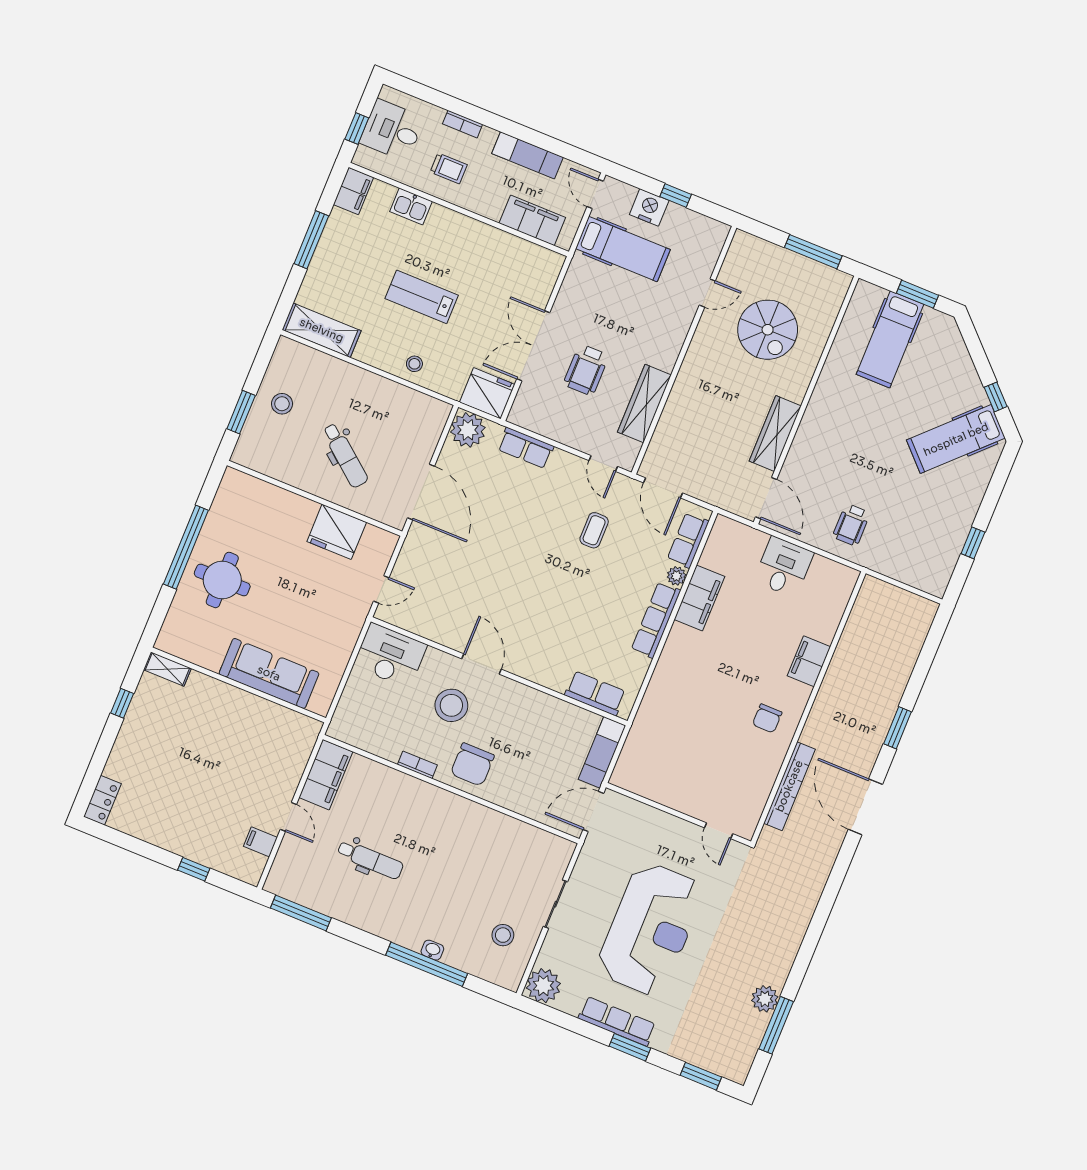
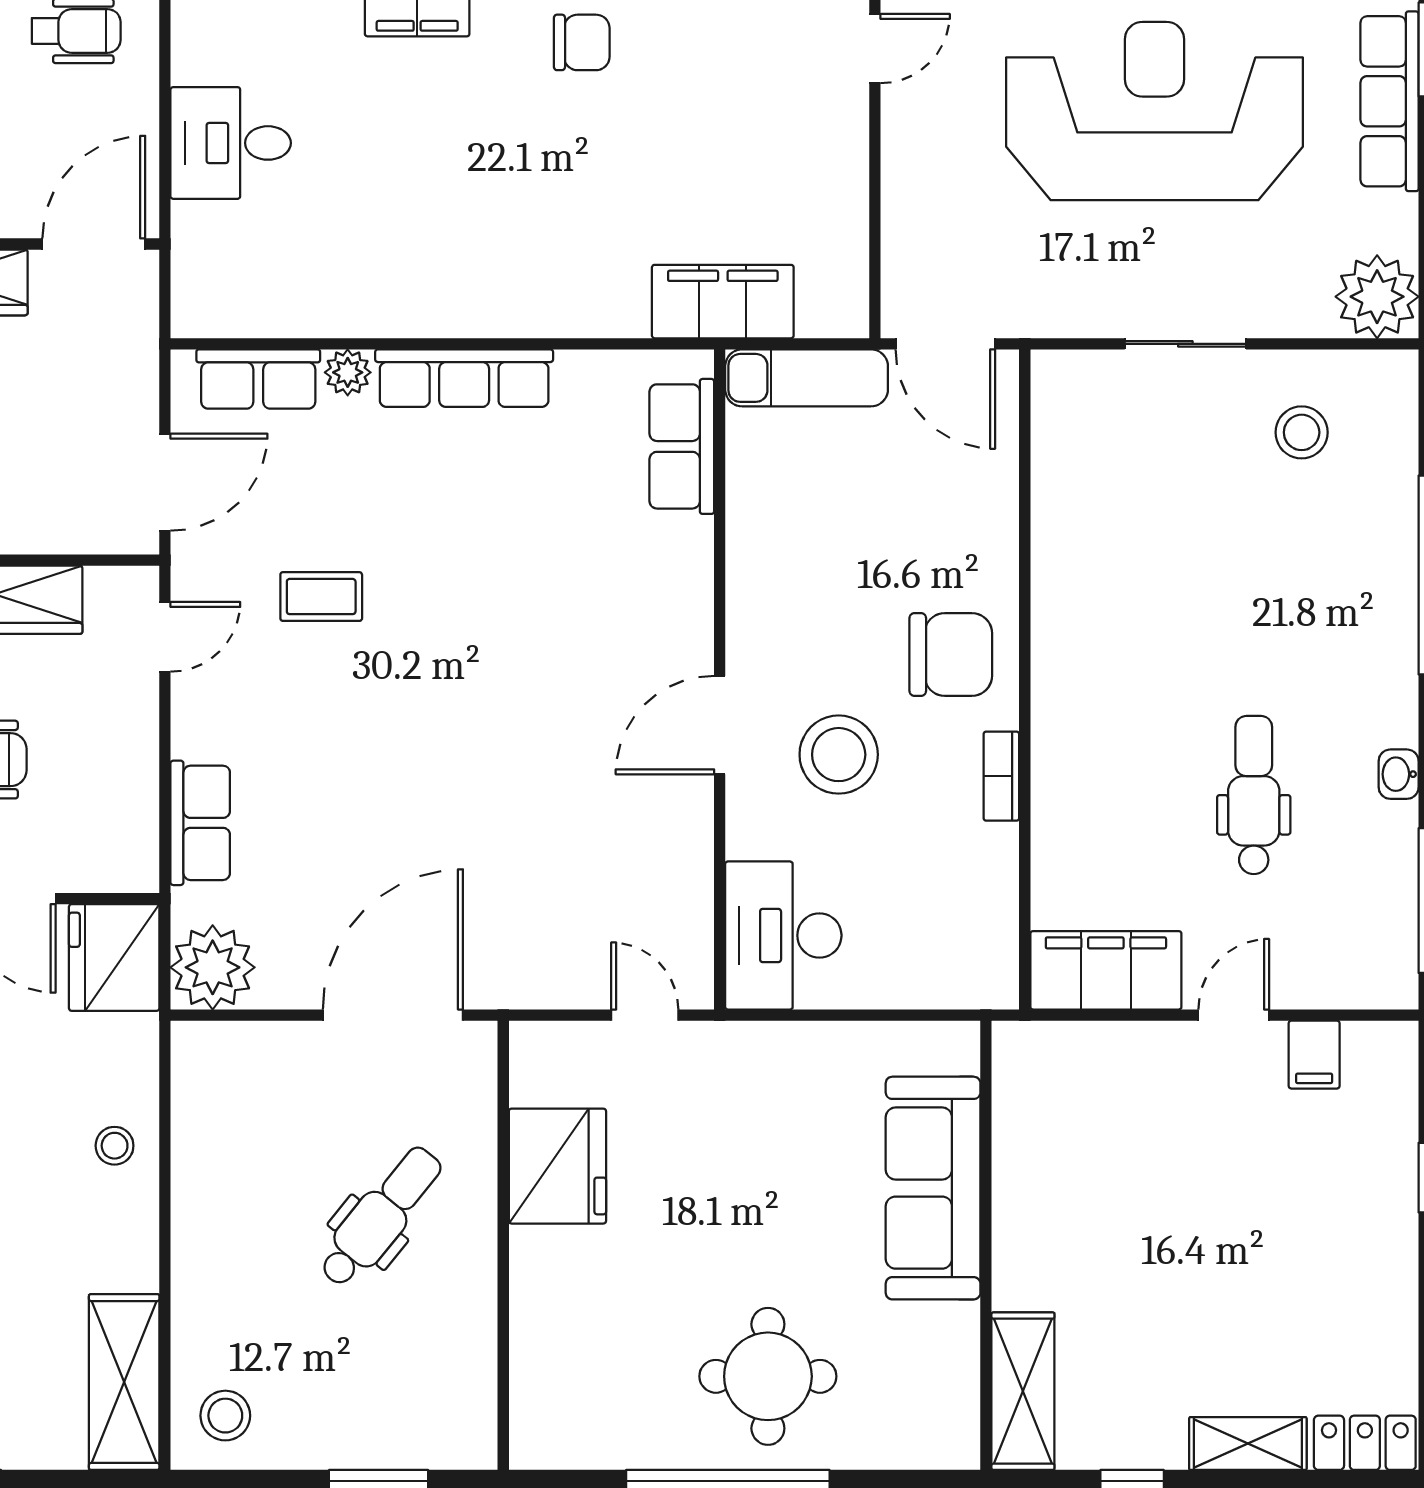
stool: (282, 404) -> (225, 1416), moved
filing cabinet: (699, 598) -> (723, 302), moved
shelving: (167, 669) -> (1023, 1391), width x1.50, depth x1.33
shelving: (121, 755) -> (1248, 1444), added
washbasin: (432, 950) -> (1399, 774), moved

